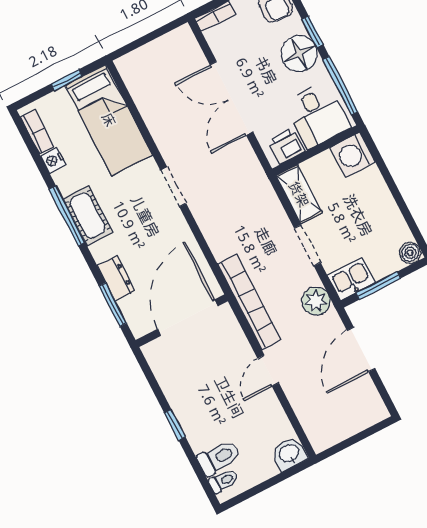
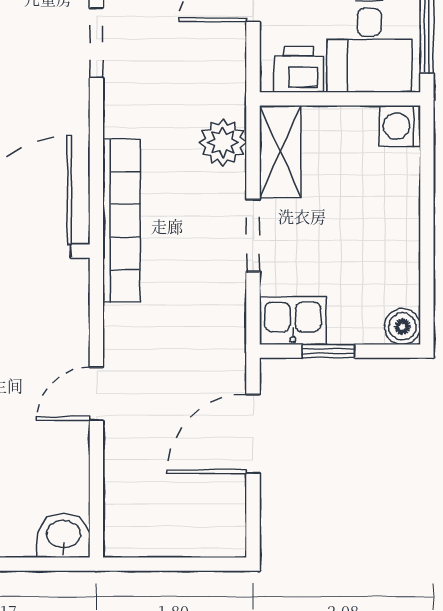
washing machine: (353, 155) -> (400, 126), width x0.73, depth x0.73
window: (378, 286) -> (329, 351), width x0.67
plant: (316, 301) -> (223, 142), moved
bookcase: (249, 302) -> (122, 221), moved

